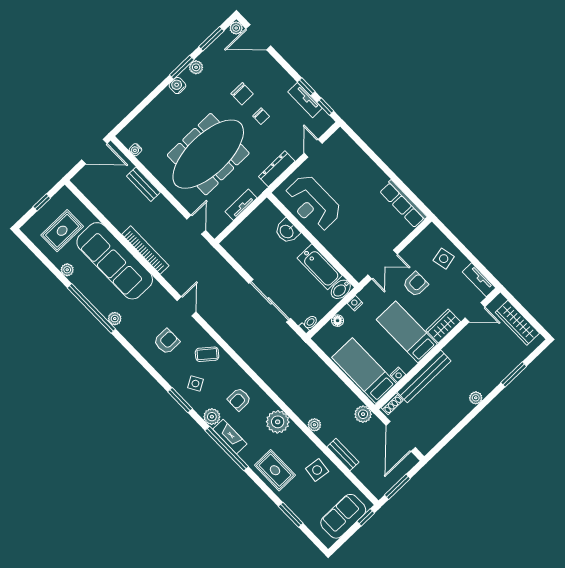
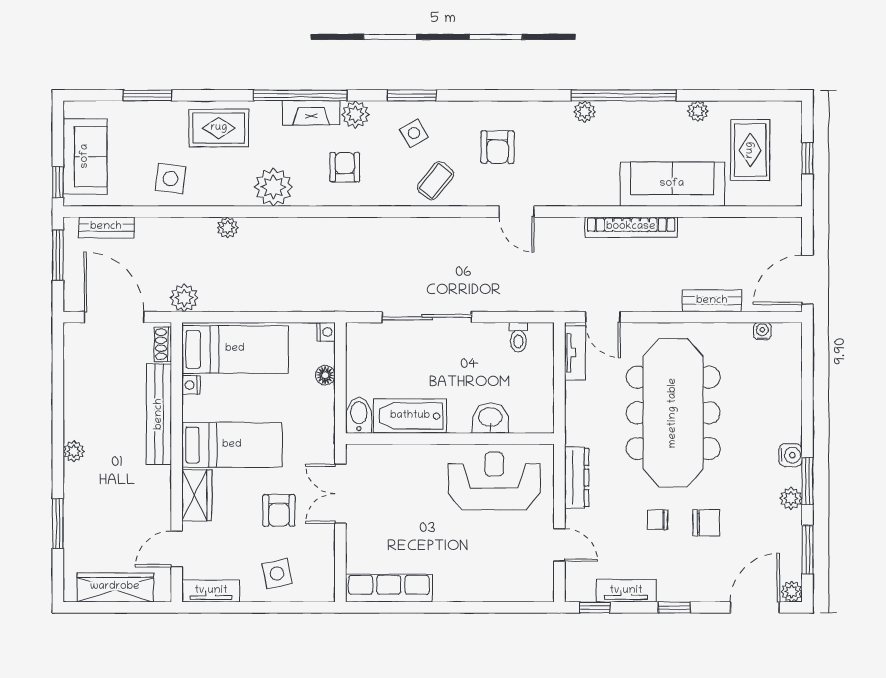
window: (306, 87) -> (674, 607), moved
chair: (242, 94) -> (706, 523), turned 180
tv unit: (241, 205) -> (575, 353), moved
sofa: (115, 261) -> (672, 184), width x0.74, depth x0.79
nightstand: (355, 303) -> (326, 332), moved
toilet: (309, 324) -> (518, 337), moved
bench: (343, 454) -> (106, 227), moved

